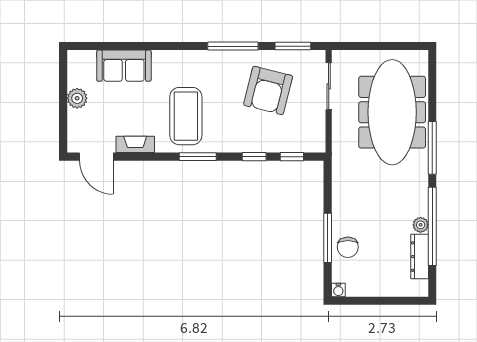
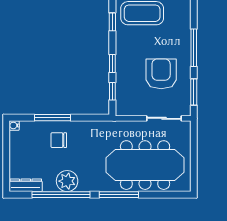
armchair: (268, 90) -> (161, 74), turned 76
window: (198, 157) -> (112, 22), width x0.67
plant: (421, 225) -> (67, 181), width x1.87, depth x1.87
chair: (348, 247) -> (59, 140), moved
dresser: (420, 257) -> (26, 185), moved

